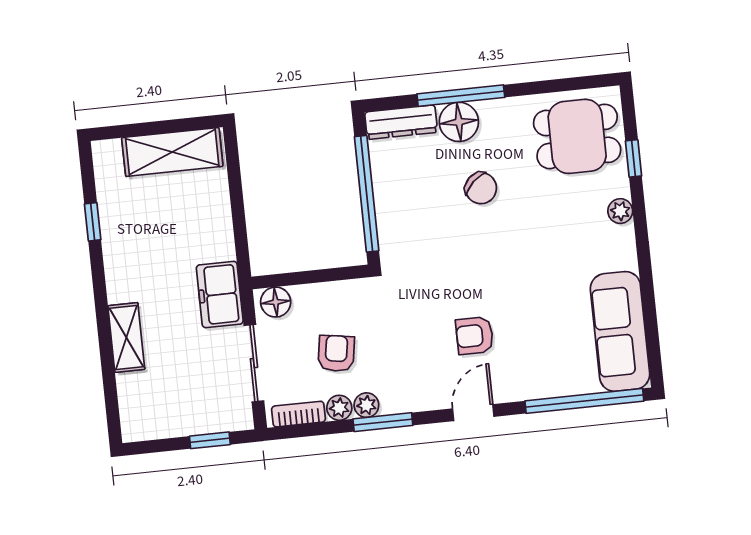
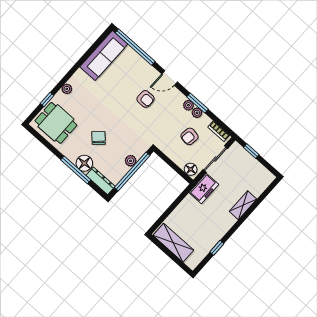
plant: (388, 209) -> (131, 161), added
plant: (339, 408) -> (188, 105), moved

